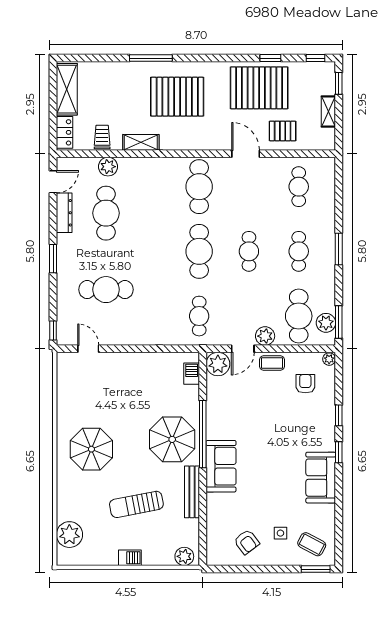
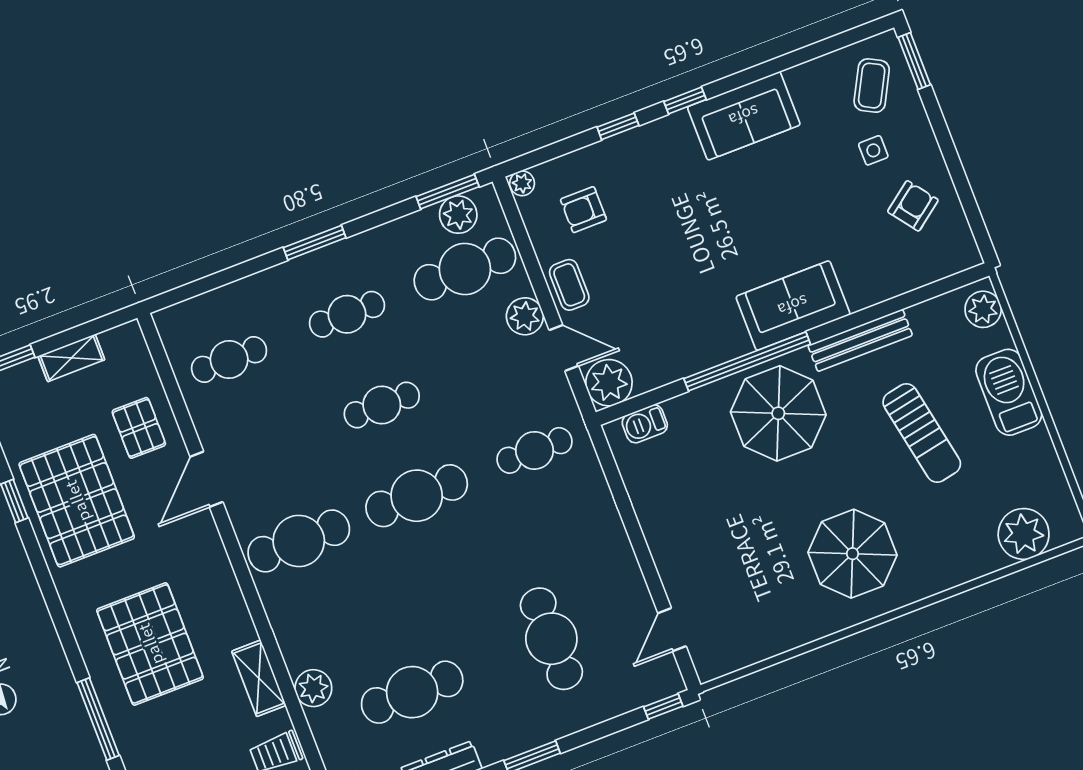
plant: (108, 167) -> (313, 688), moved
barbecue: (130, 558) -> (1009, 392), width x1.88, depth x1.53

